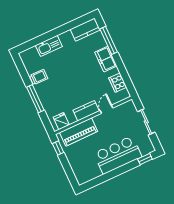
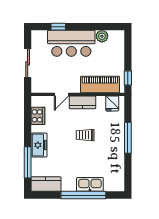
window: (50, 35) -> (83, 195), added
trolley: (39, 77) -> (85, 135), moved
window: (145, 159) -> (58, 27), moved
plant: (95, 172) -> (102, 36), added

